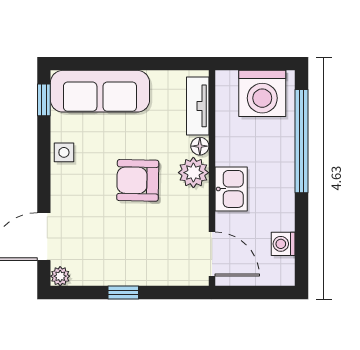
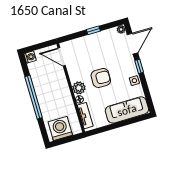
window: (44, 100) -> (139, 66), moved
window: (302, 141) -> (34, 97), moved
kitchen sink: (231, 189) -> (62, 86), removed
washing machine: (283, 244) -> (30, 57), moved

